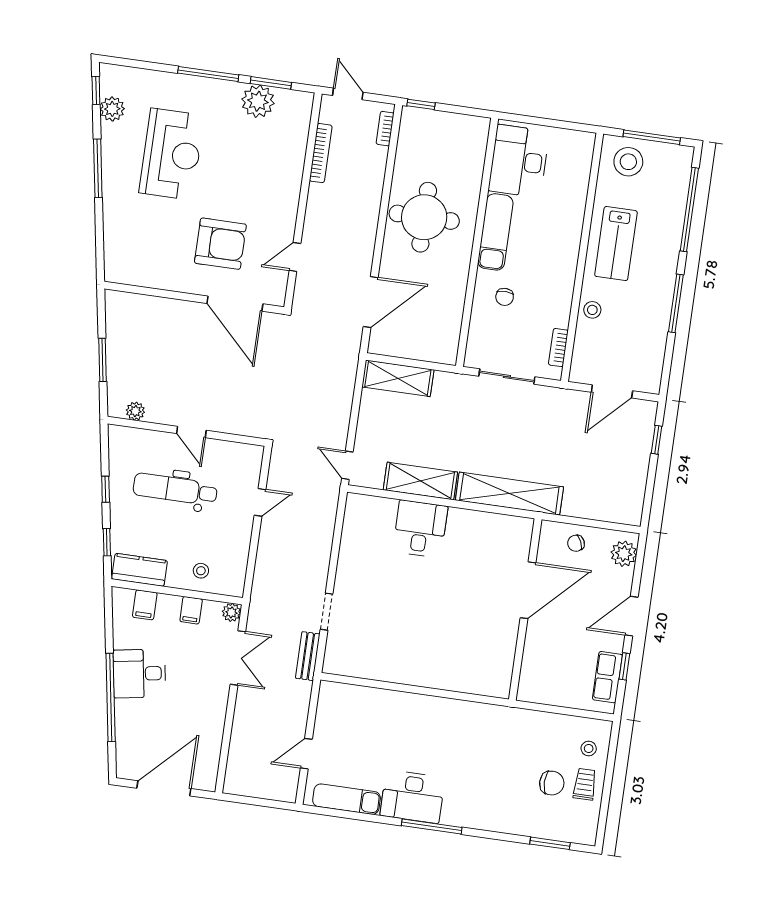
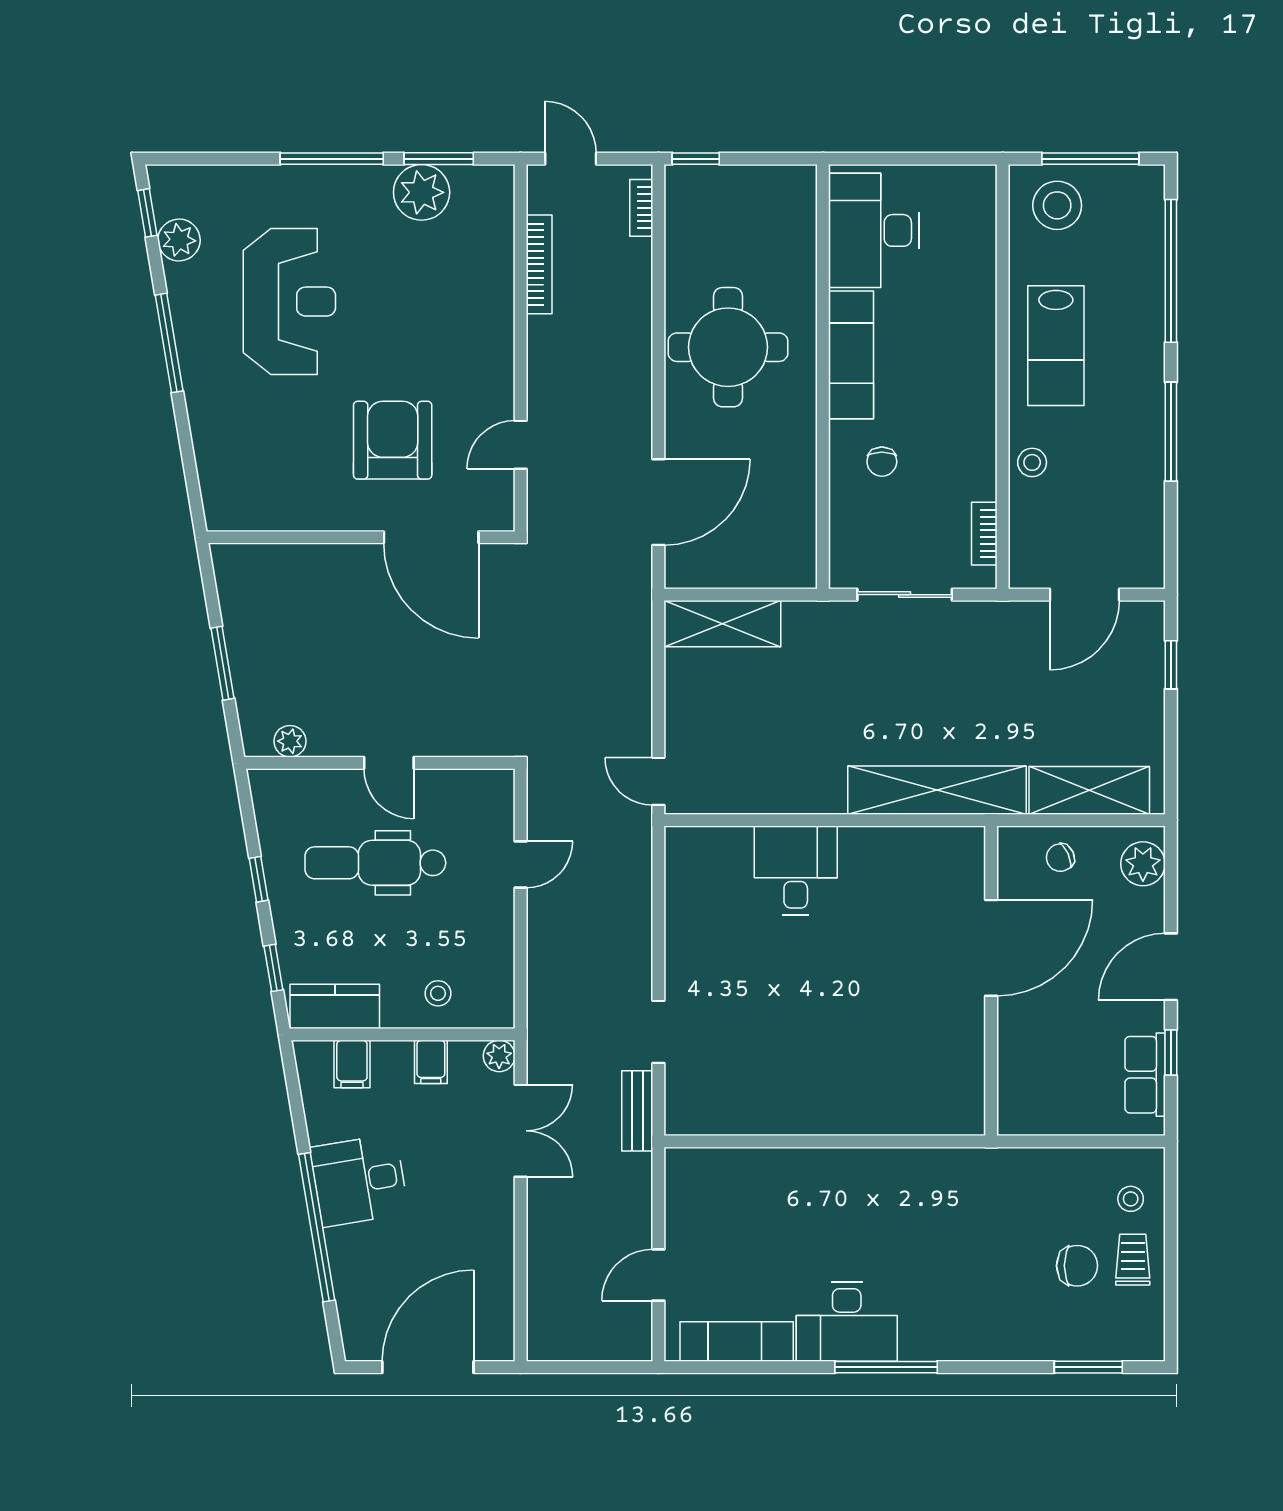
armchair: (220, 244) -> (393, 440), turned -90
shelving: (420, 481) -> (1089, 790), moved

